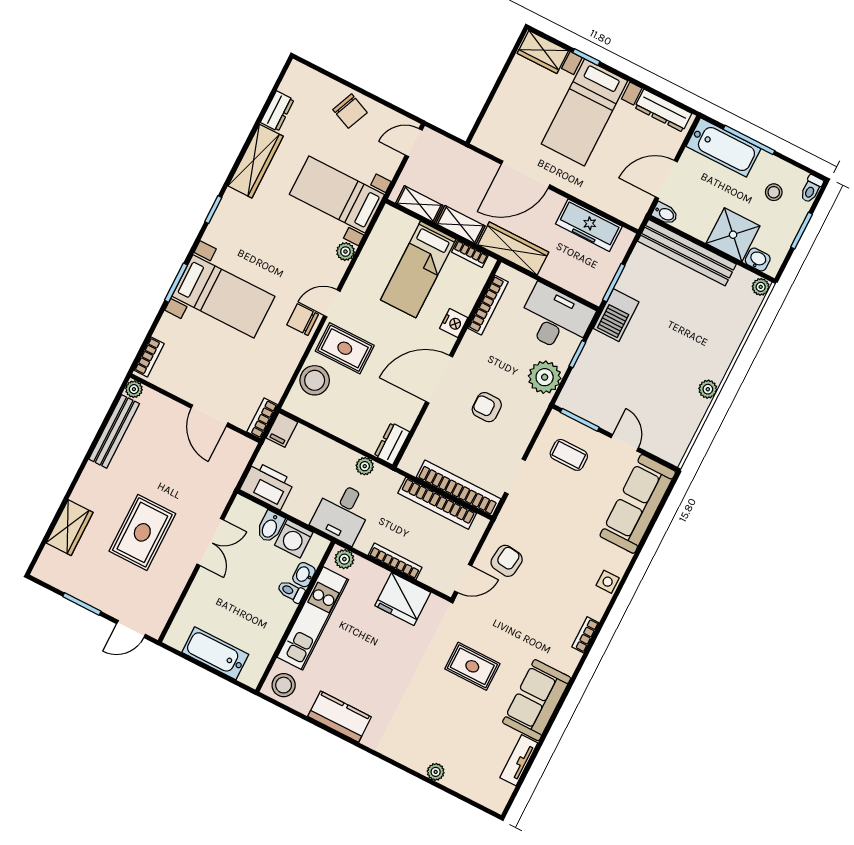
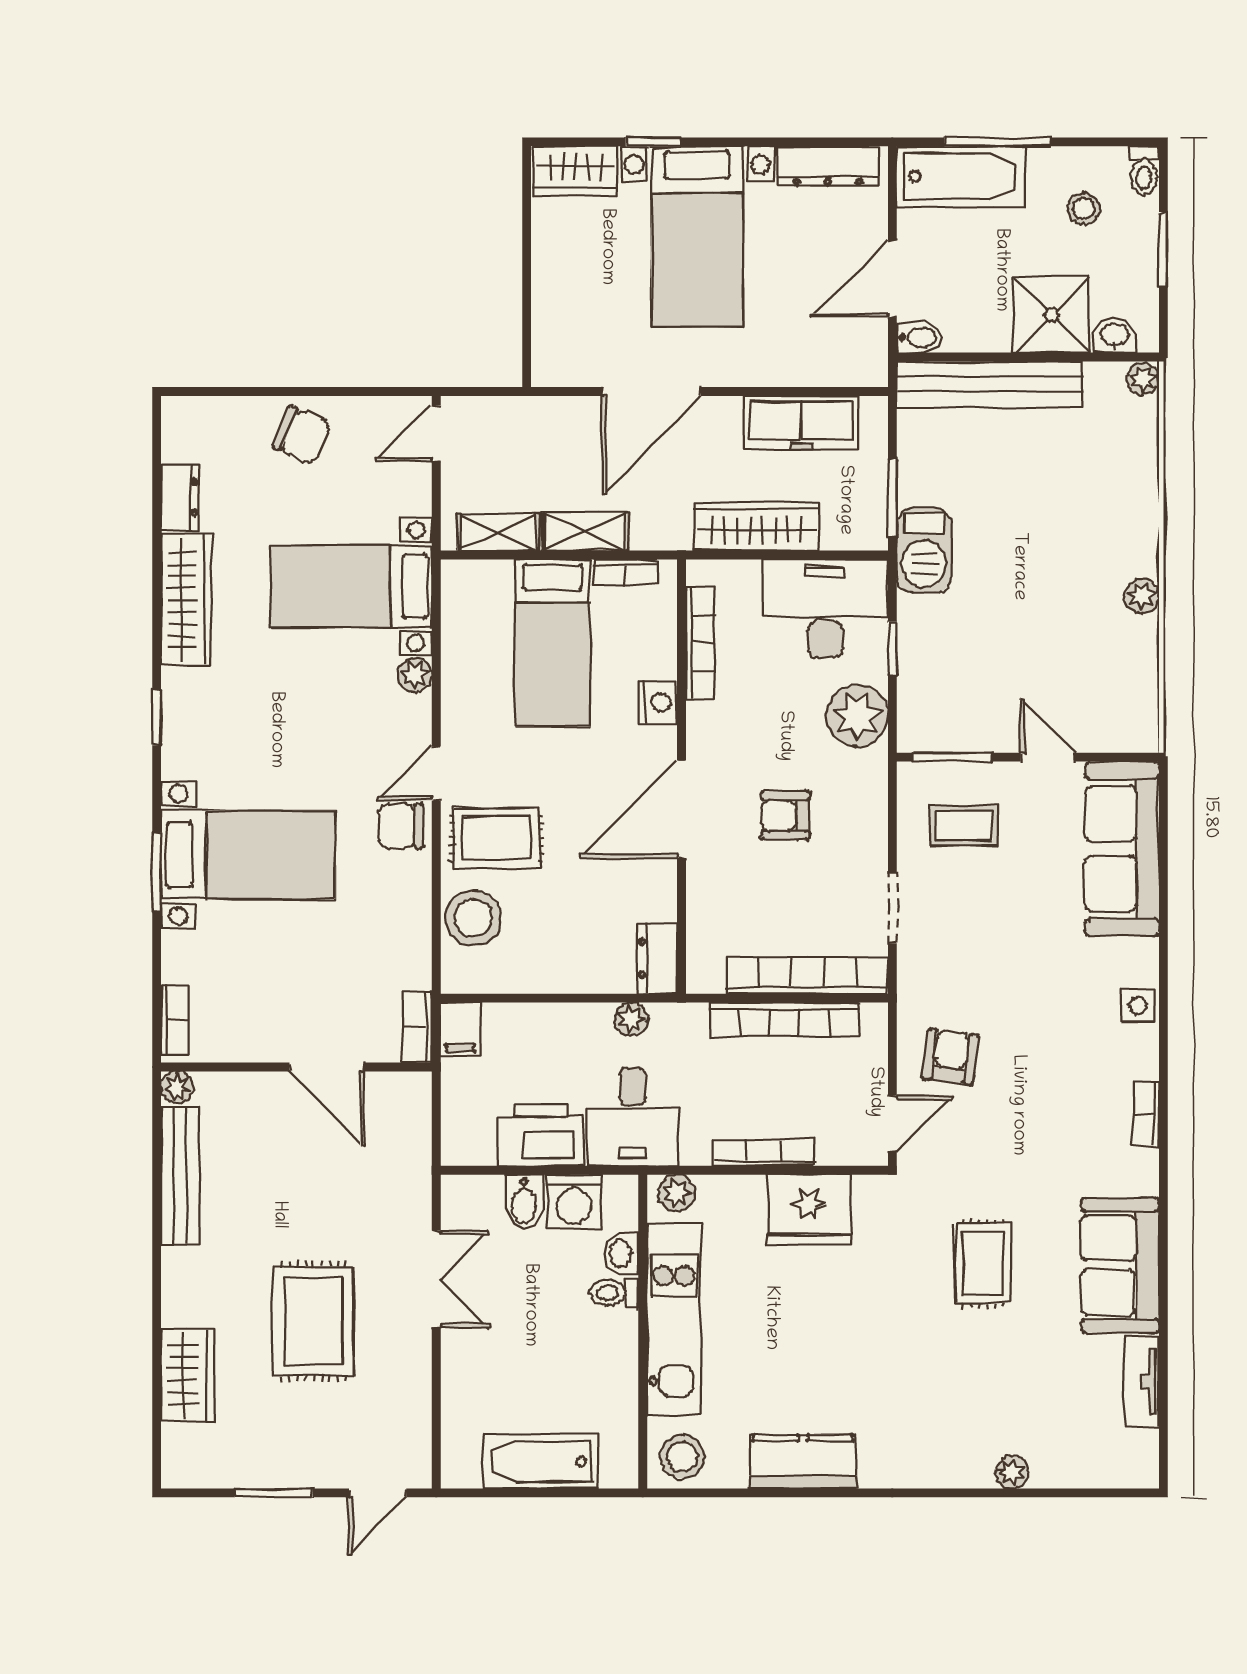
wardrobe: (513, 248) -> (756, 526), moved
printer: (267, 485) -> (541, 1135), moved
rug: (472, 666) -> (983, 1263), turned 90

